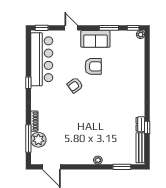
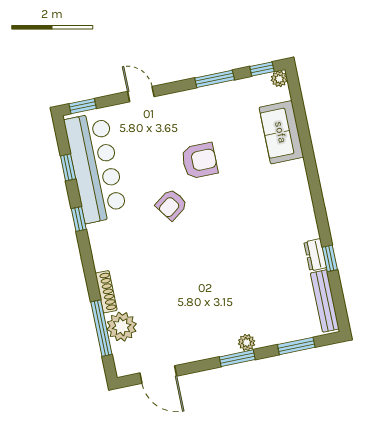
sofa: (95, 39) -> (281, 132), moved, turned 90
window: (28, 56) -> (68, 167), added
window: (92, 167) -> (237, 358), added

